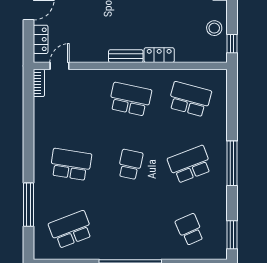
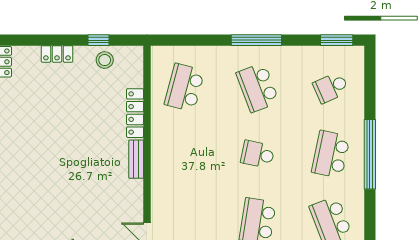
window: (232, 44) -> (98, 40), moved
locker: (159, 55) -> (135, 113), width x1.53
school desk: (130, 99) -> (331, 154), moved

